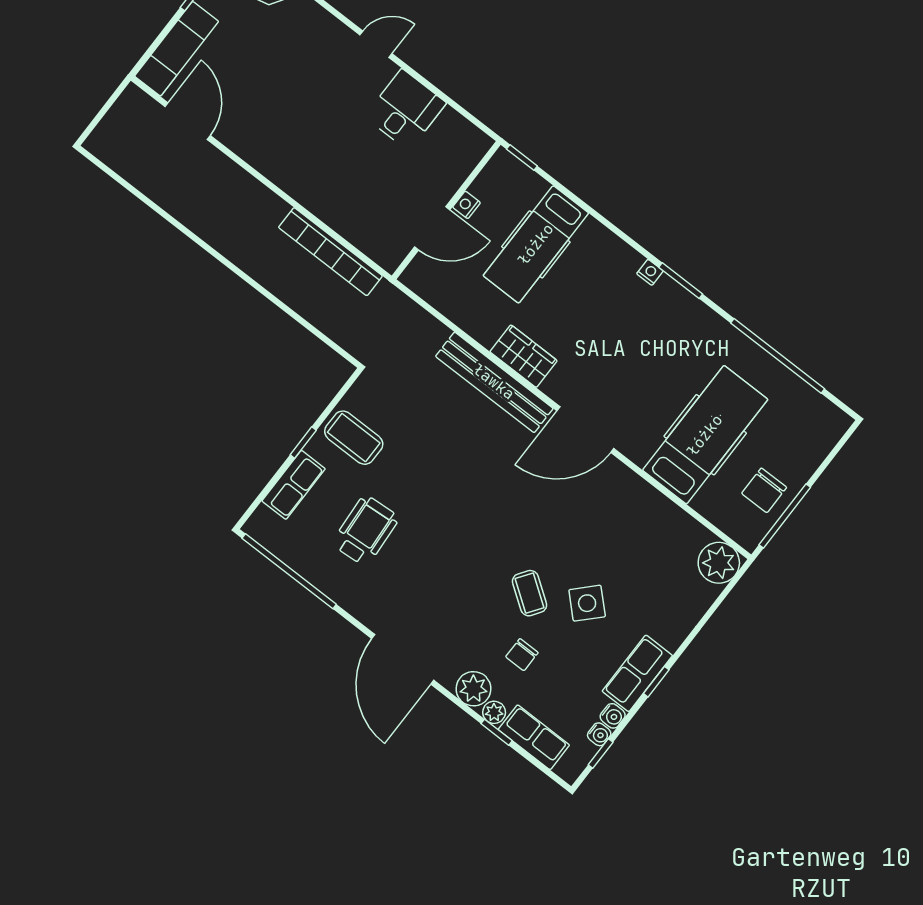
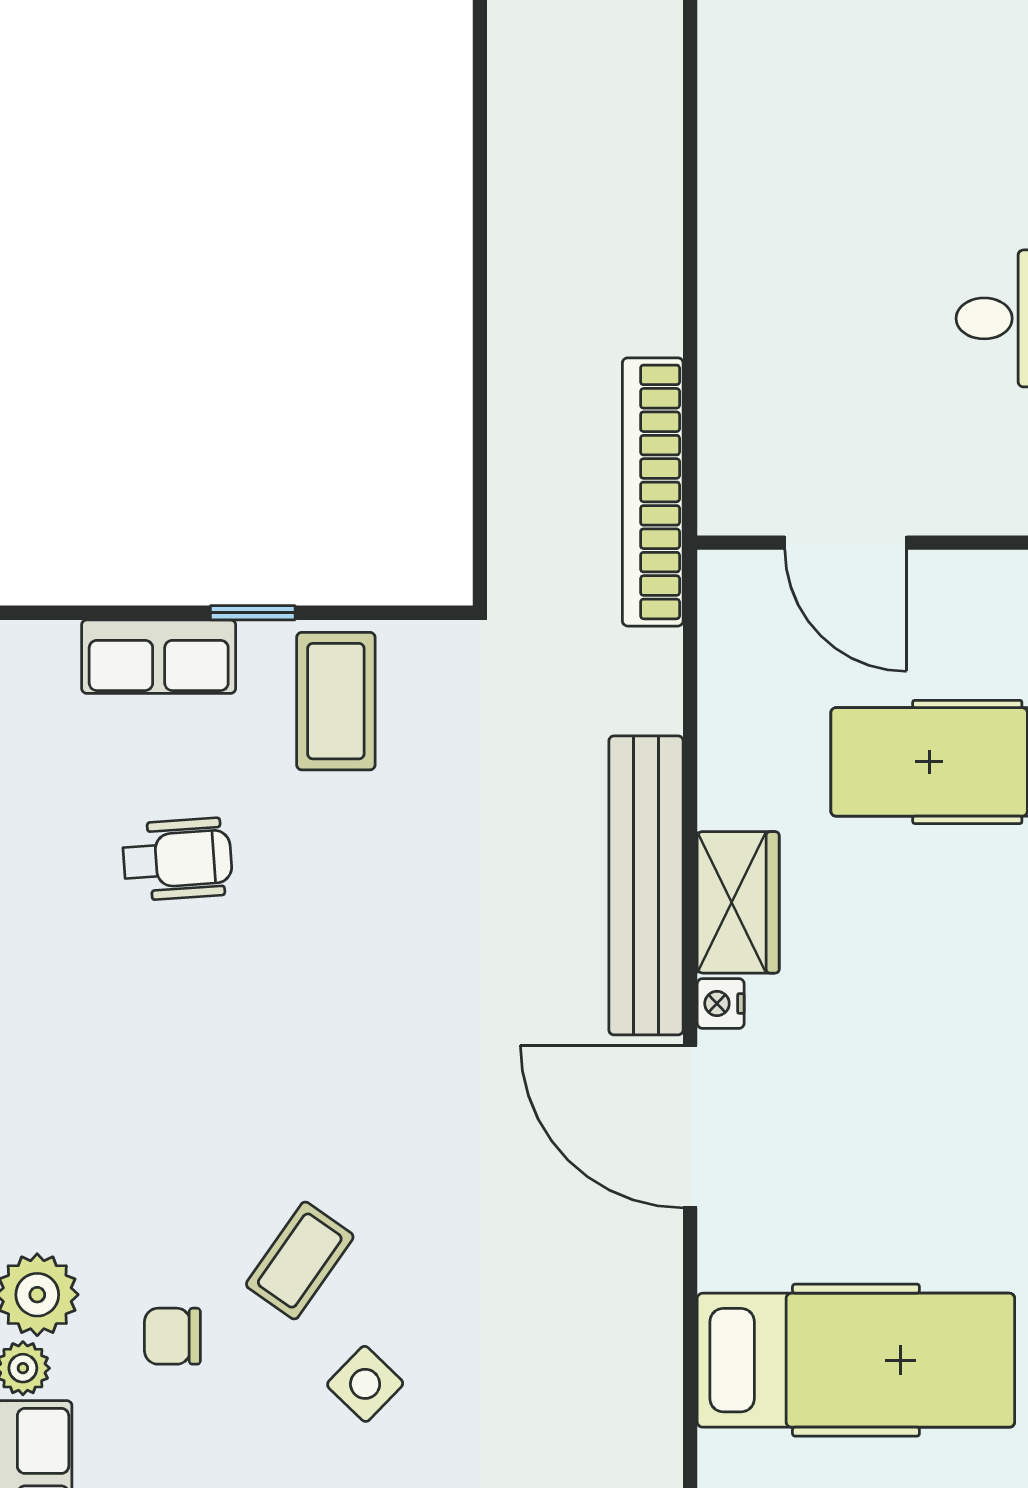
nightstand: (467, 205) -> (721, 1003), moved, turned -90
bookcase: (330, 252) -> (653, 492), moved
wheelchair: (365, 531) -> (177, 859), width x0.73, depth x0.73
side table: (587, 603) -> (365, 1384), width x0.73, depth x0.73

